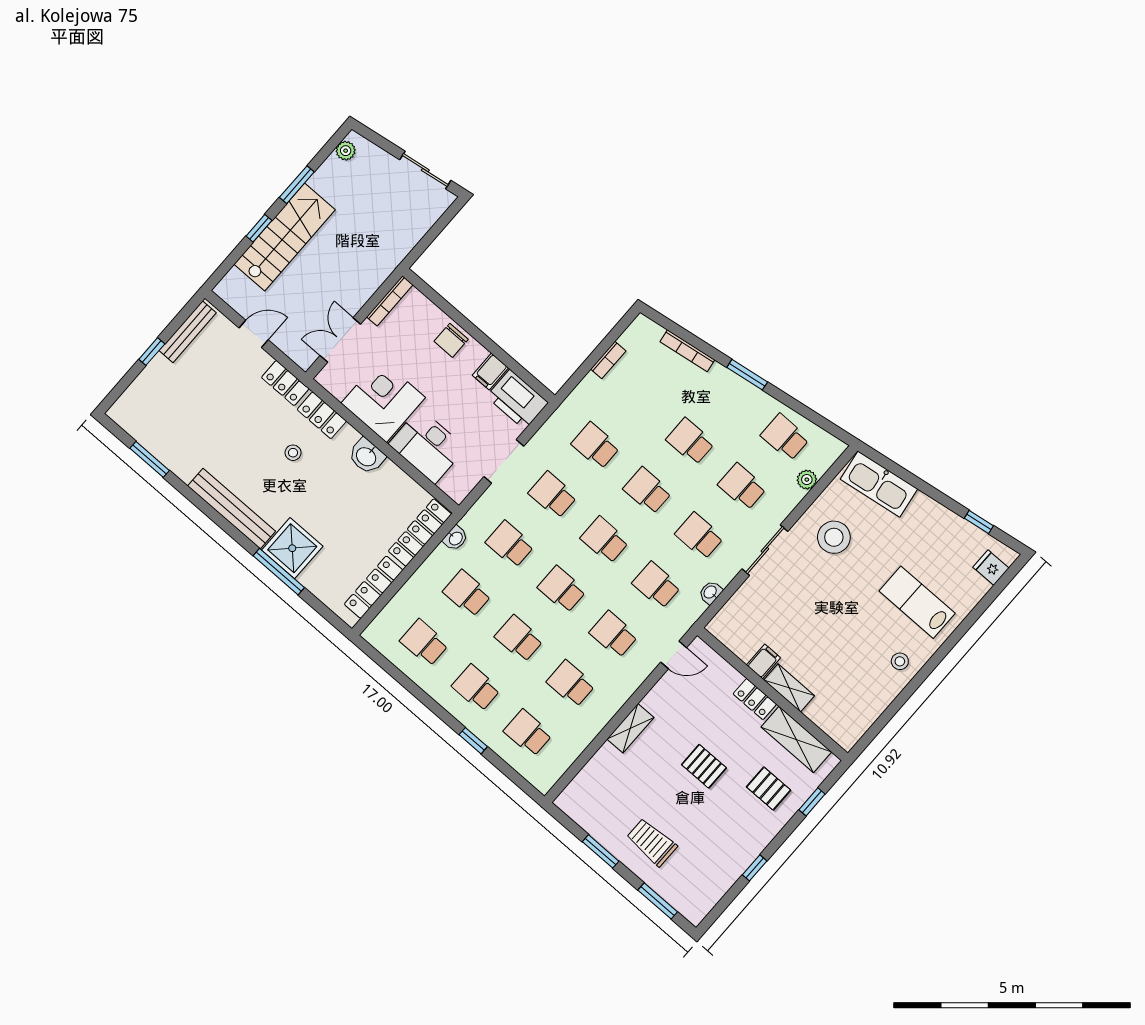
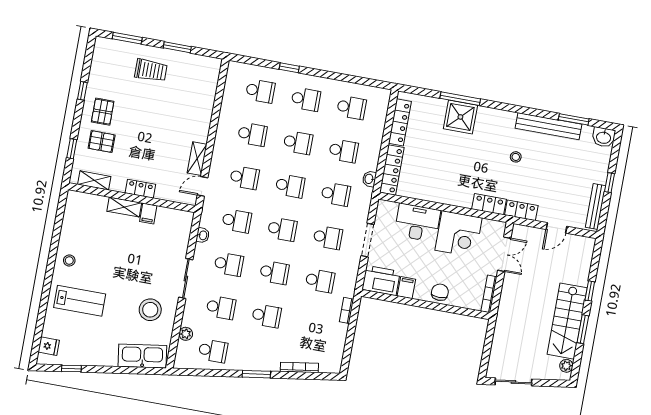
stairs: (285, 237) -> (567, 321), moved
bookcase: (608, 360) -> (346, 310), moved
stool: (293, 453) -> (516, 157), moved
washbasin: (367, 456) -> (604, 137), moved, turned 180
bench: (232, 509) -> (549, 126), moved
shelving: (630, 728) -> (197, 159), moved
shelving: (796, 739) -> (94, 180), width x0.67, depth x0.75
pallet: (704, 766) -> (103, 112), moved, turned 90

